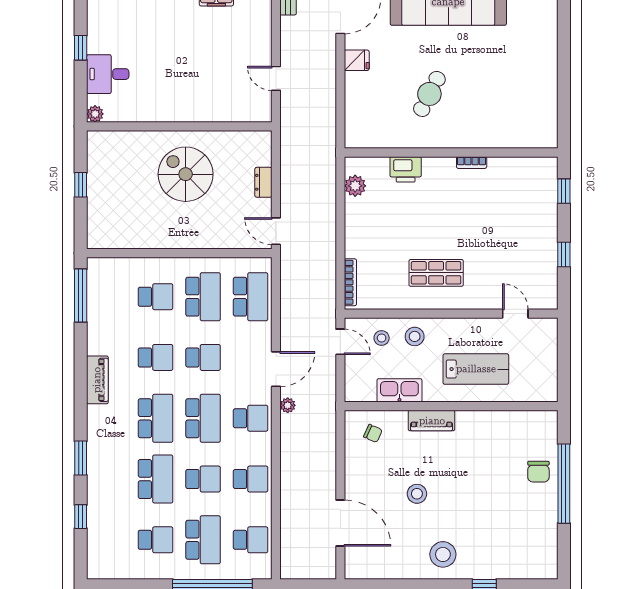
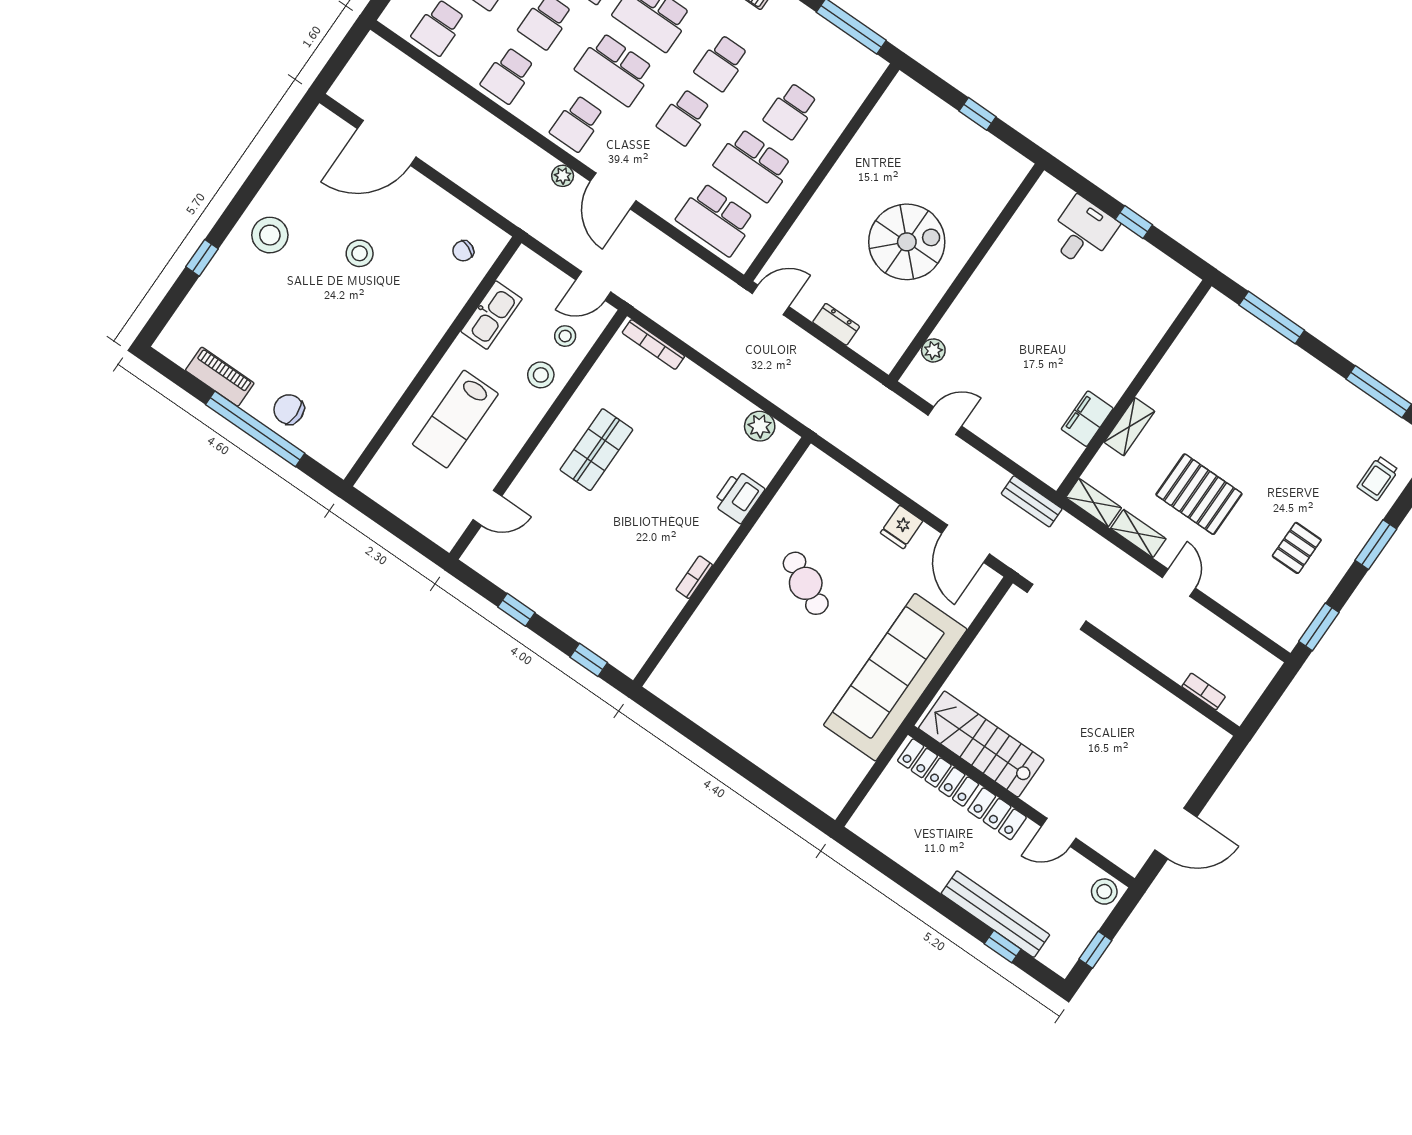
plant: (95, 114) -> (933, 350), moved
piano: (432, 421) -> (220, 377), moved, turned 90

